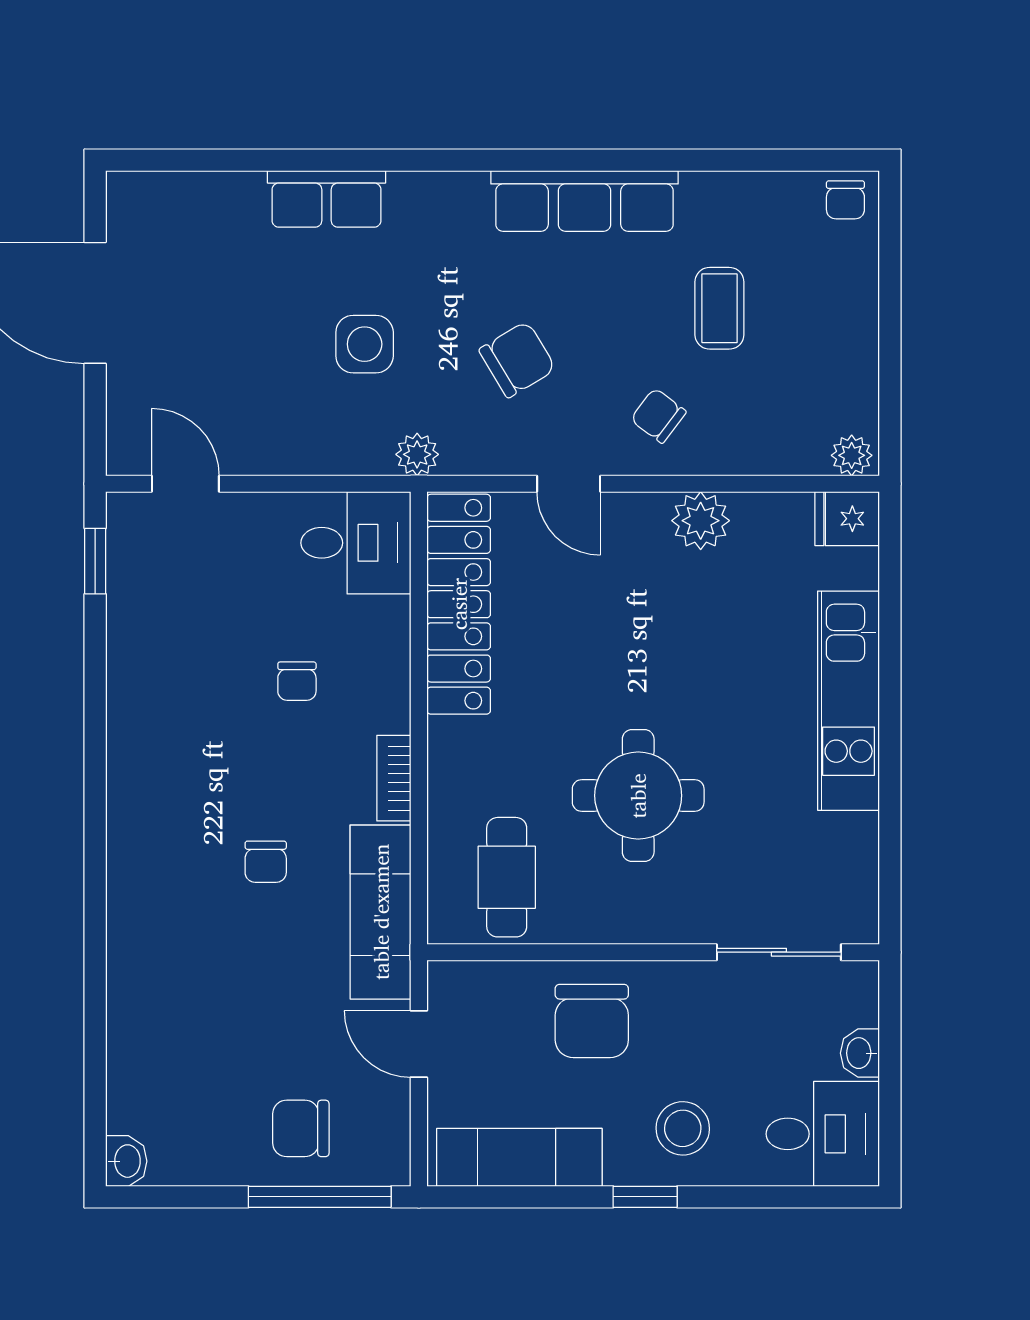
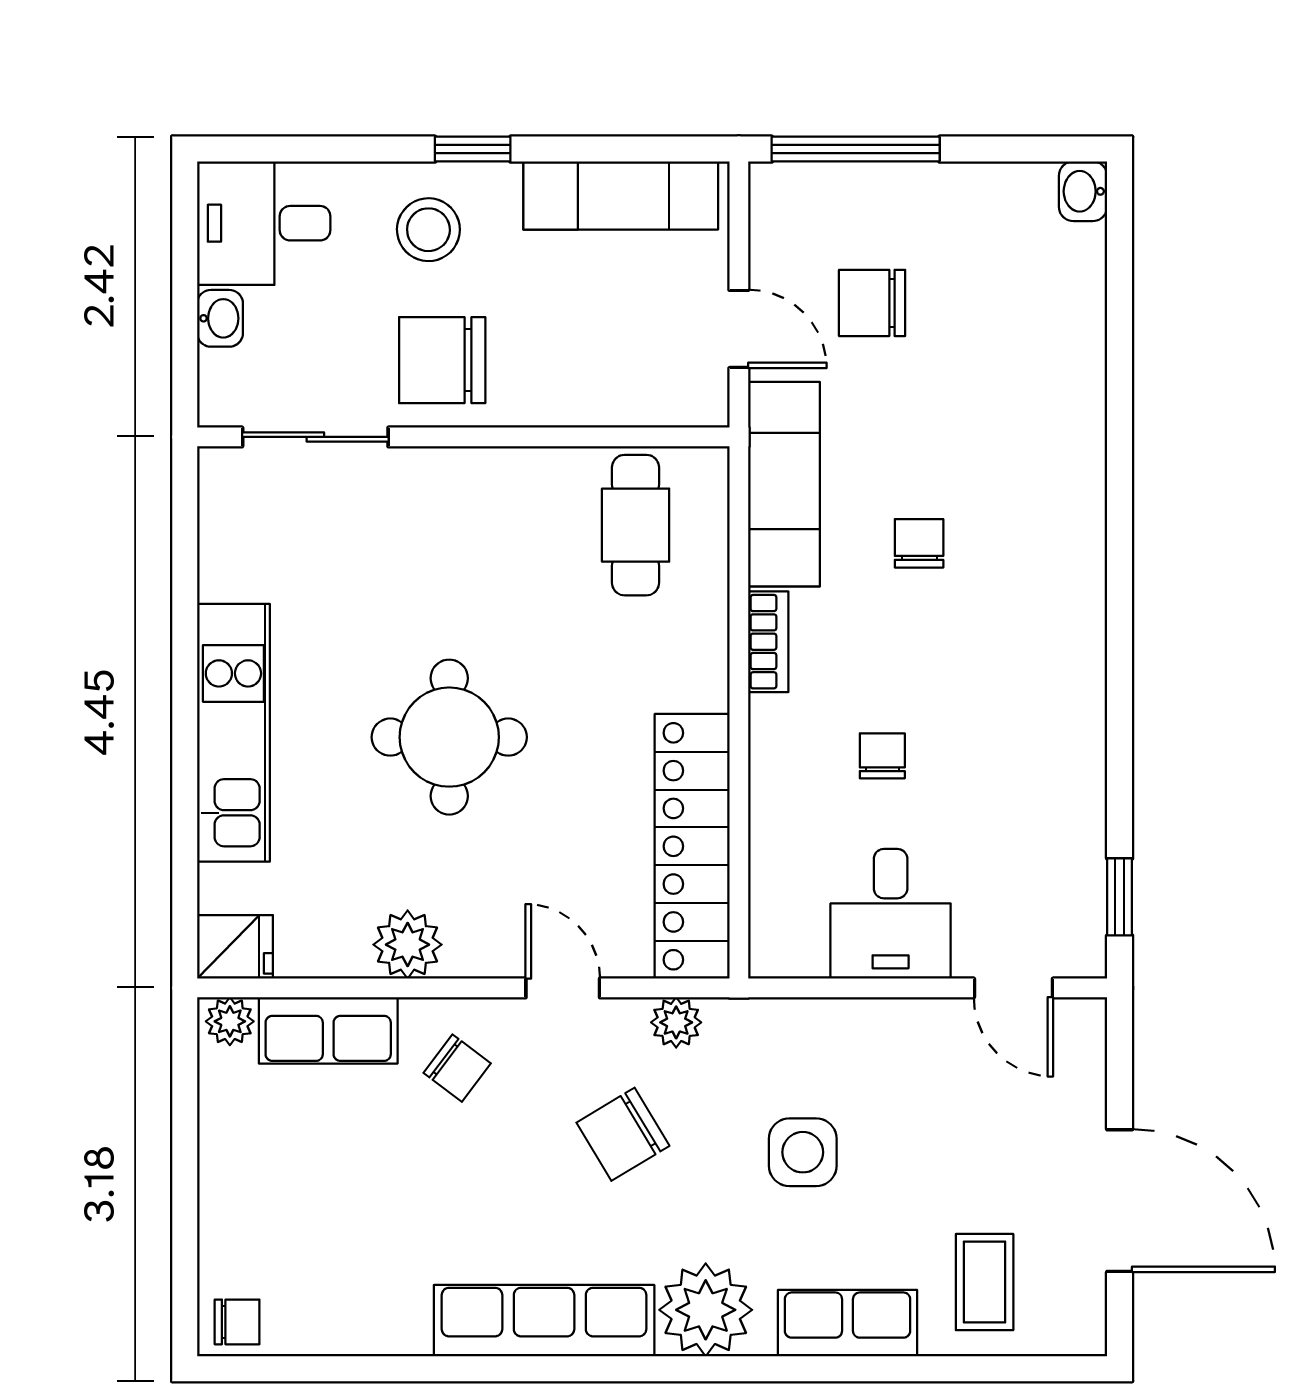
chair: (845, 200) -> (237, 1322), turned 90
plant: (447, 210) -> (706, 1310), added
coffee table: (719, 308) -> (985, 1282), moved
row of seats: (768, 448) -> (328, 1030), added
plant: (417, 454) -> (676, 1022), moved
desk: (356, 543) -> (891, 914), moved, turned -90
round table: (638, 796) -> (449, 737), moved
chair: (592, 1021) -> (442, 360), moved, turned -90
chair: (301, 1128) -> (872, 303), moved, turned 180

